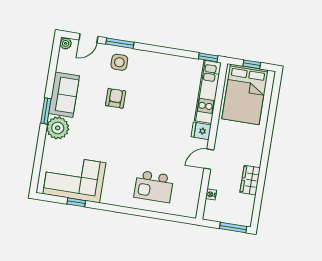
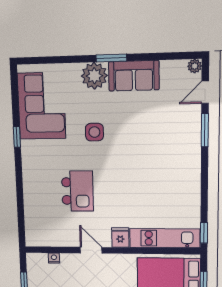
door: (88, 38) -> (205, 92), hinge flipped
side table: (119, 62) -> (94, 132), moved
armchair: (116, 98) -> (140, 137), removed
kitchen island: (154, 187) -> (77, 191), moved, turned 180
window: (76, 202) -> (17, 137), moved

